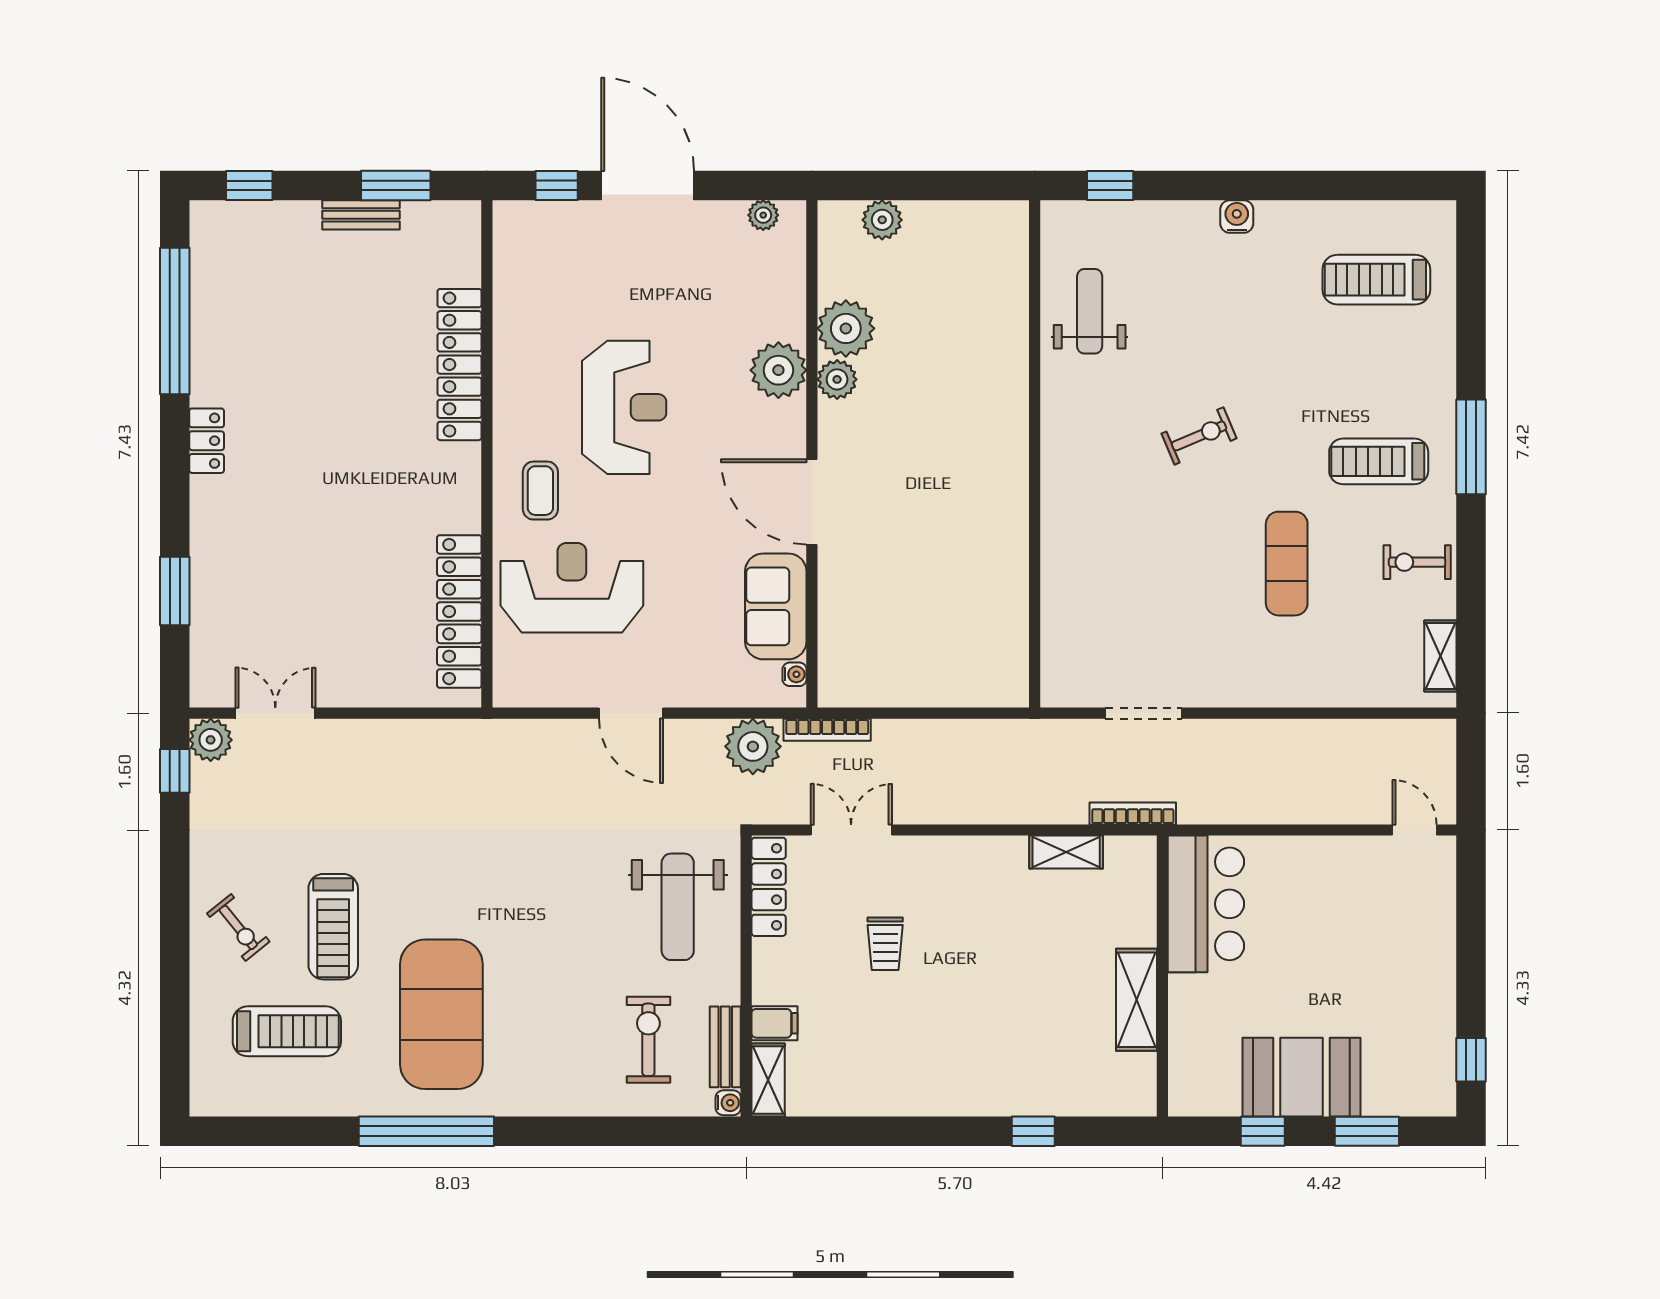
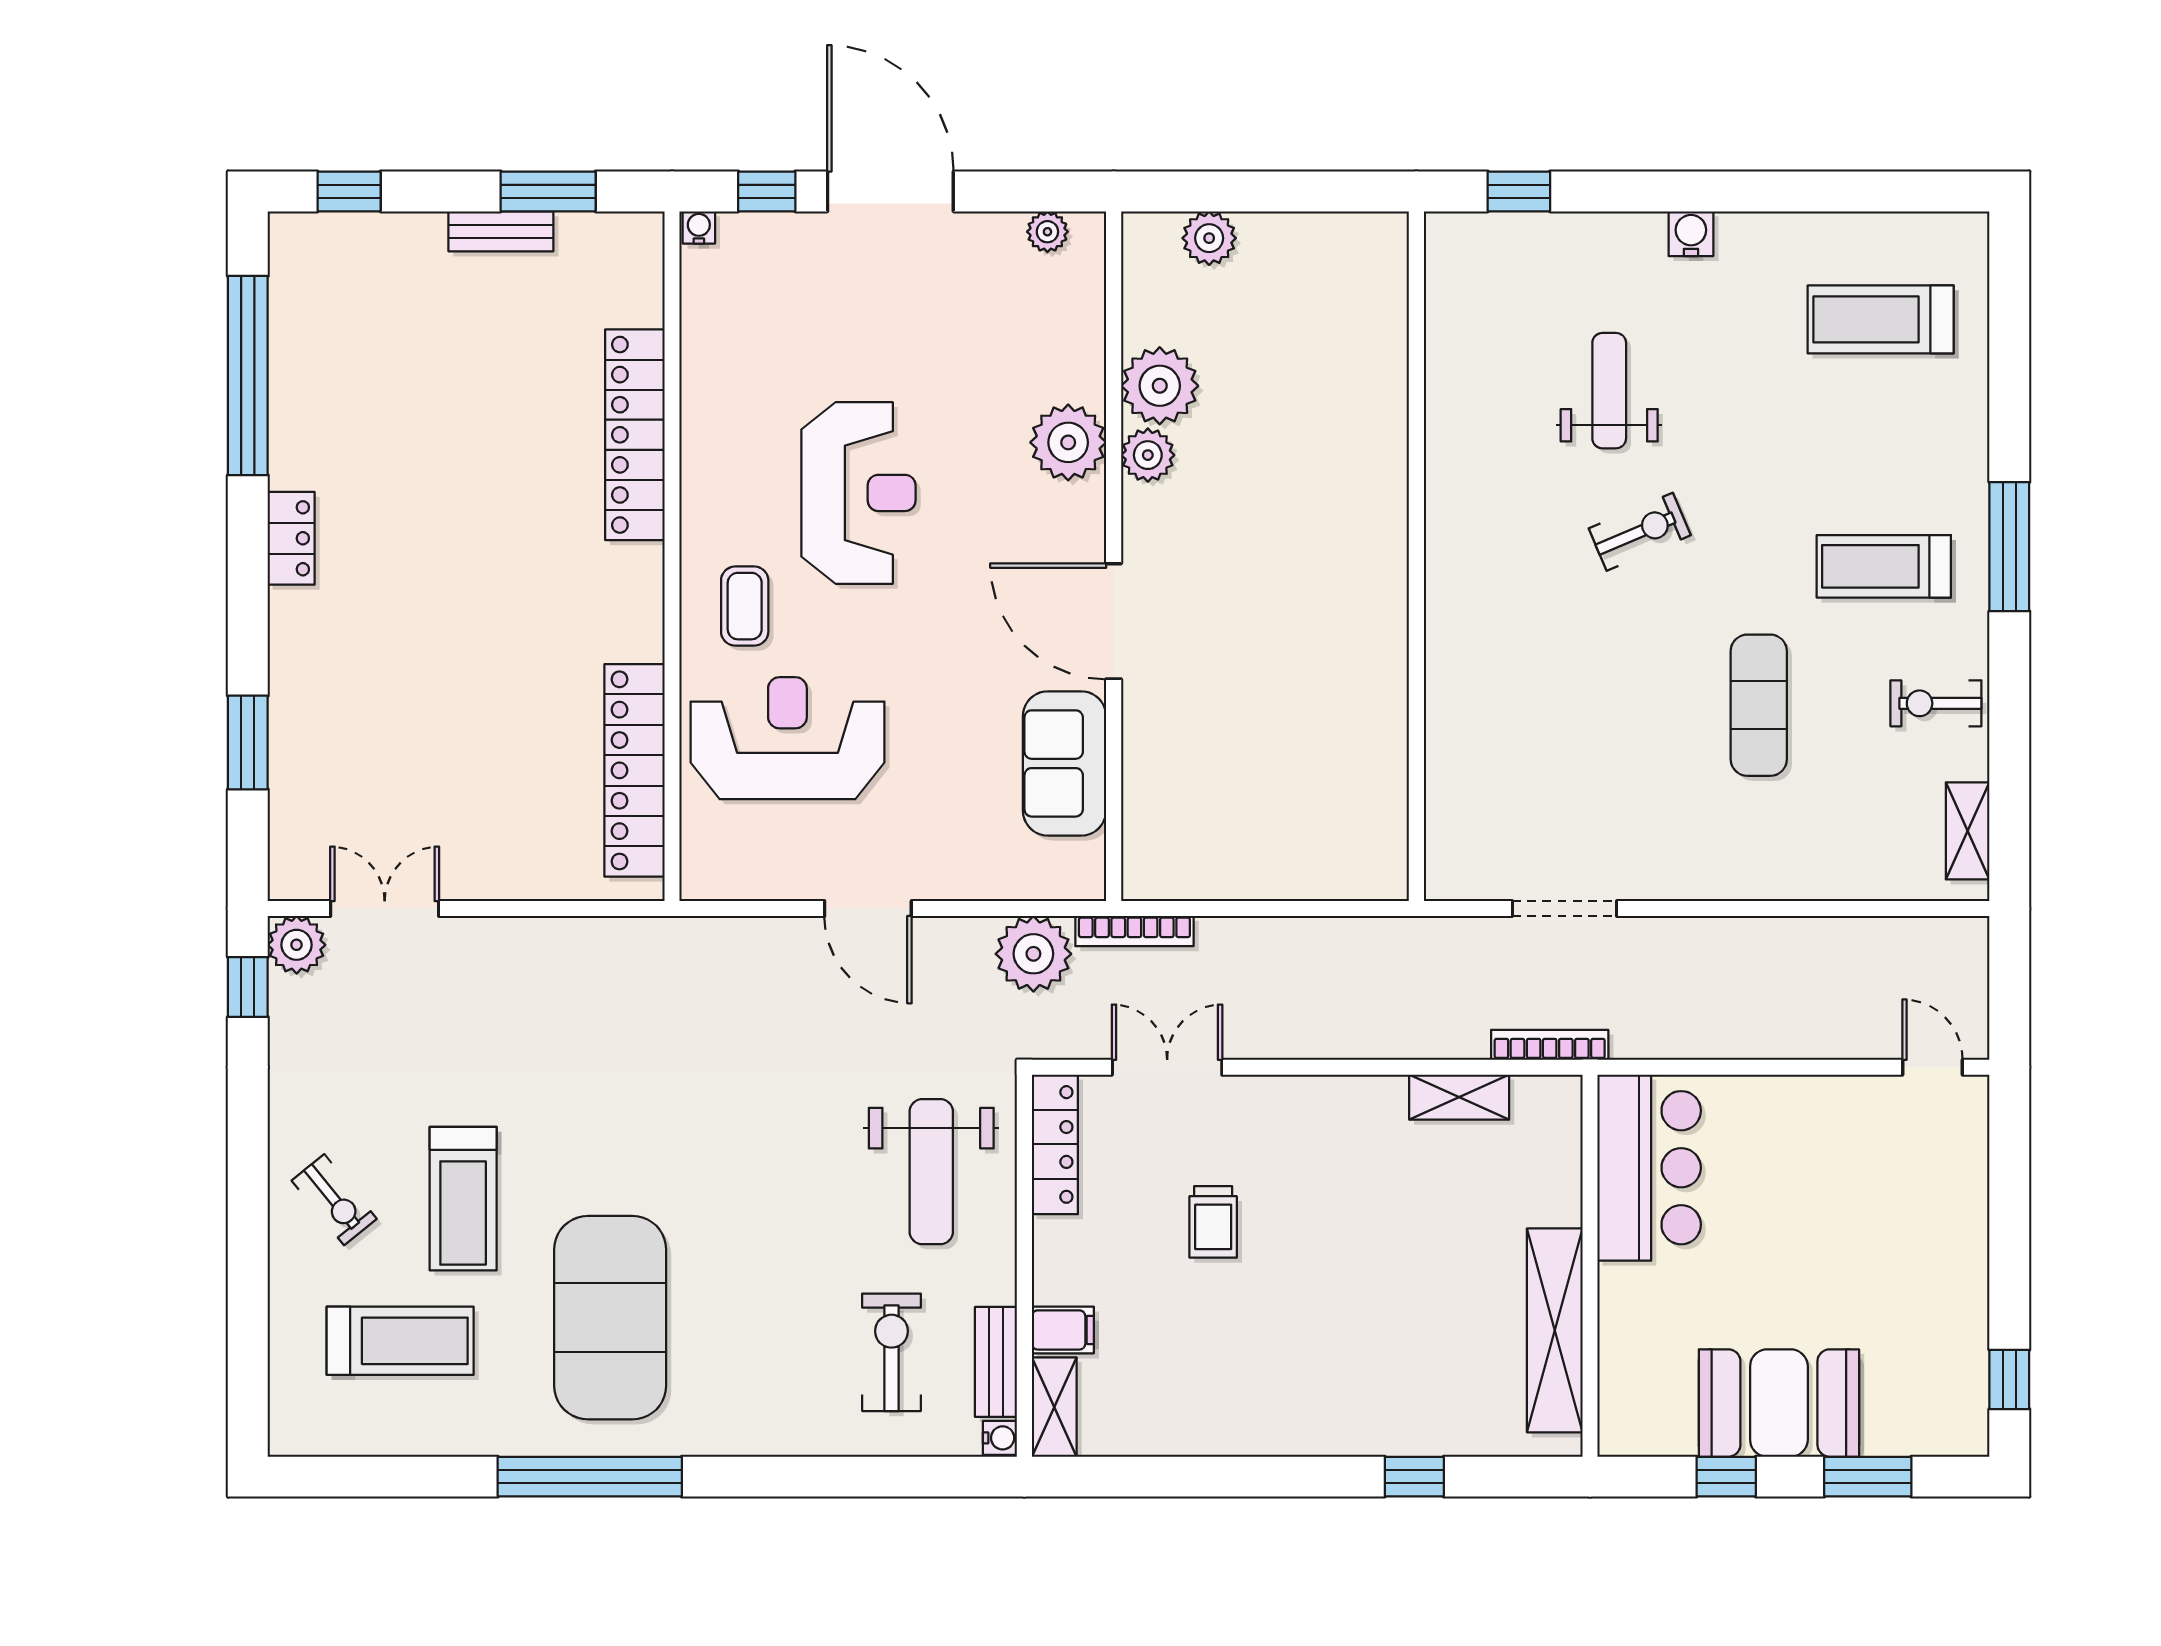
weight bench: (1090, 311) -> (1609, 391), moved
water cooler: (795, 674) -> (699, 227), moved, turned -90
shelving: (1137, 1000) -> (1555, 1330), width x1.47

